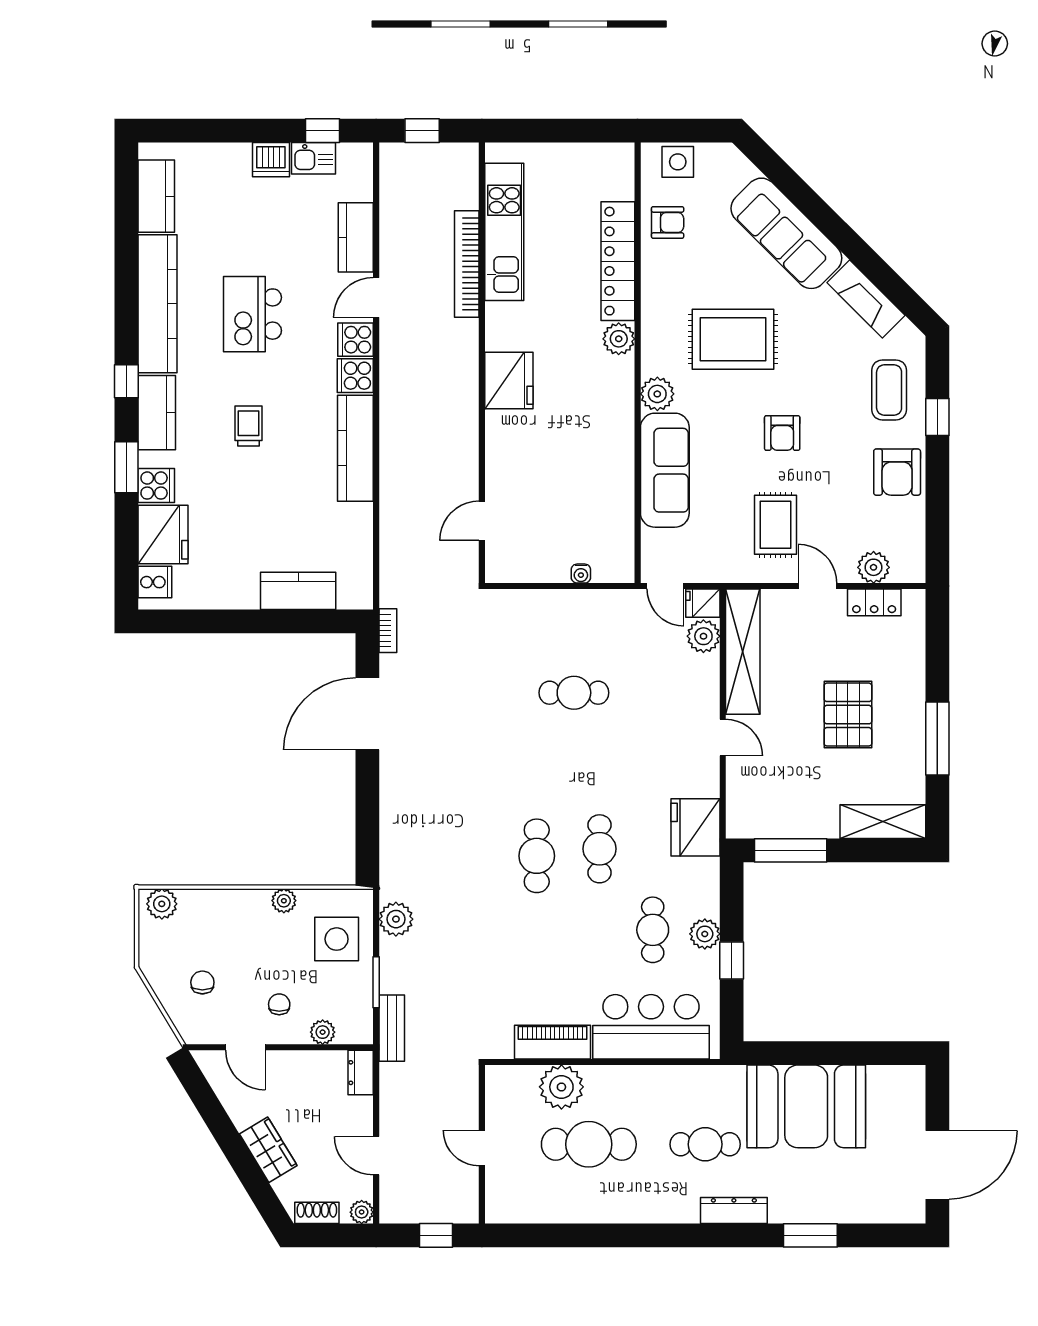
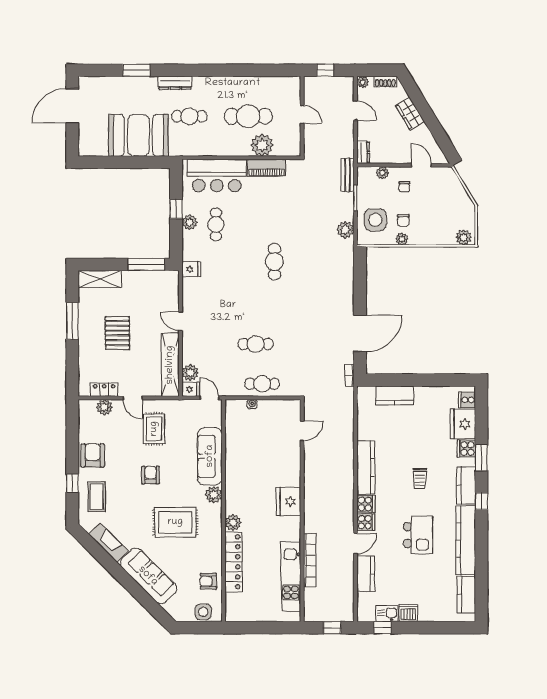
fridge: (696, 827) -> (191, 269), width x0.53, depth x0.75
cafe table: (600, 849) -> (262, 384), moved, turned 90
chair: (202, 982) -> (403, 220), moved

